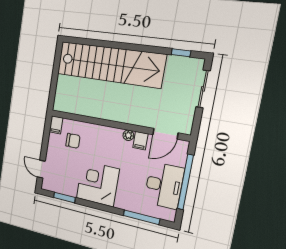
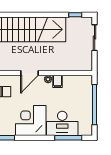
door: (165, 134) -> (30, 73), moved
desk: (164, 185) -> (62, 123), moved, turned 90

